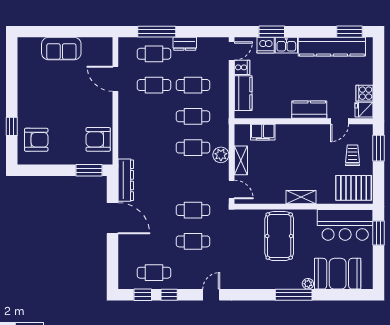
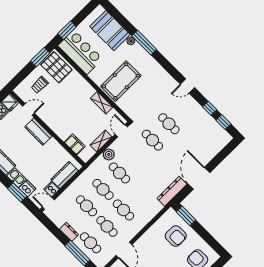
armchair: (98, 139) -> (176, 236), moved
window: (379, 148) -> (40, 57), moved
shelving: (301, 197) -> (102, 103), moved
cafe table: (154, 273) -> (123, 210), moved

